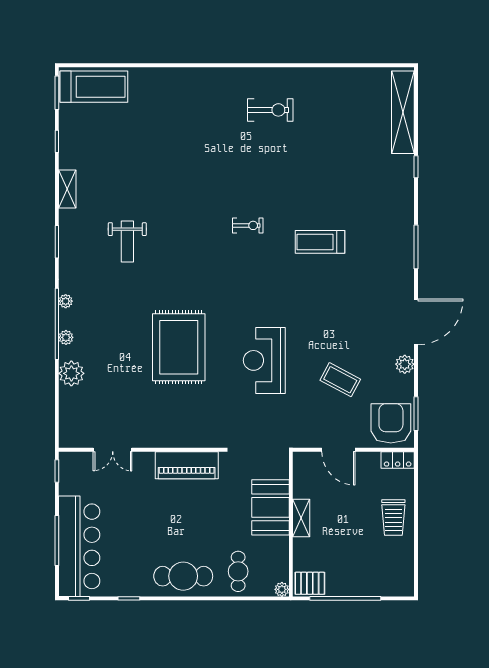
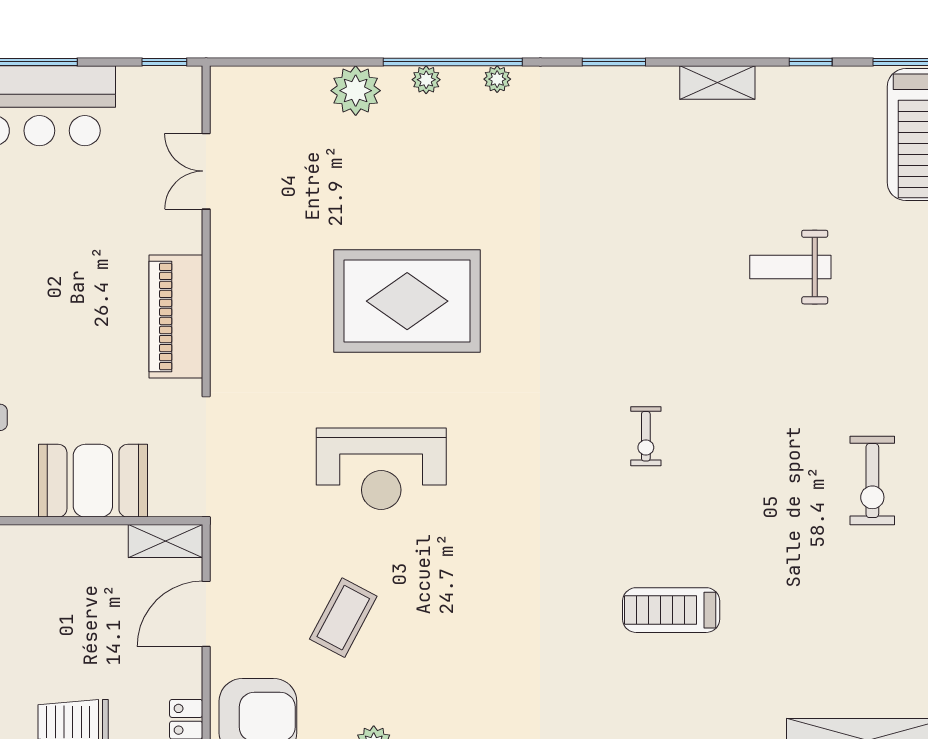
weight bench: (127, 242) -> (790, 267), moved
treadmill: (320, 242) -> (671, 610), moved, turned -90
reception desk: (264, 360) -> (381, 469), turned 180
shelving: (301, 518) -> (166, 541), moved

